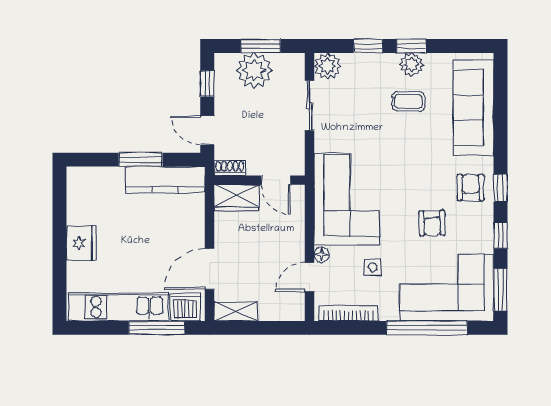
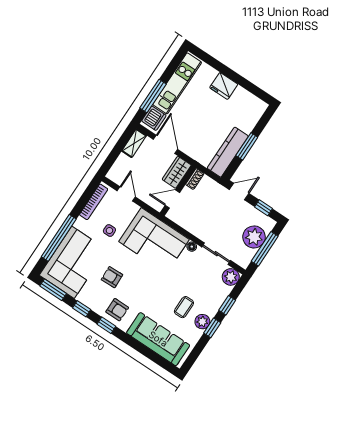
window: (261, 46) -> (265, 249), width x1.44
shoe rack: (230, 168) -> (195, 179), moved
wall: (260, 180) -> (178, 190), moved
door: (276, 180) -> (172, 199), moved
wardrobe: (237, 198) -> (177, 172), moved
floor lamp: (322, 255) -> (192, 247), moved

